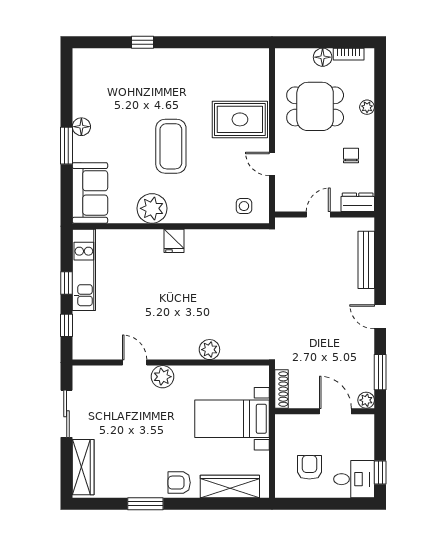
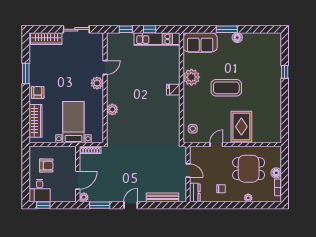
dining table: (315, 106) -> (249, 169), turned 90

